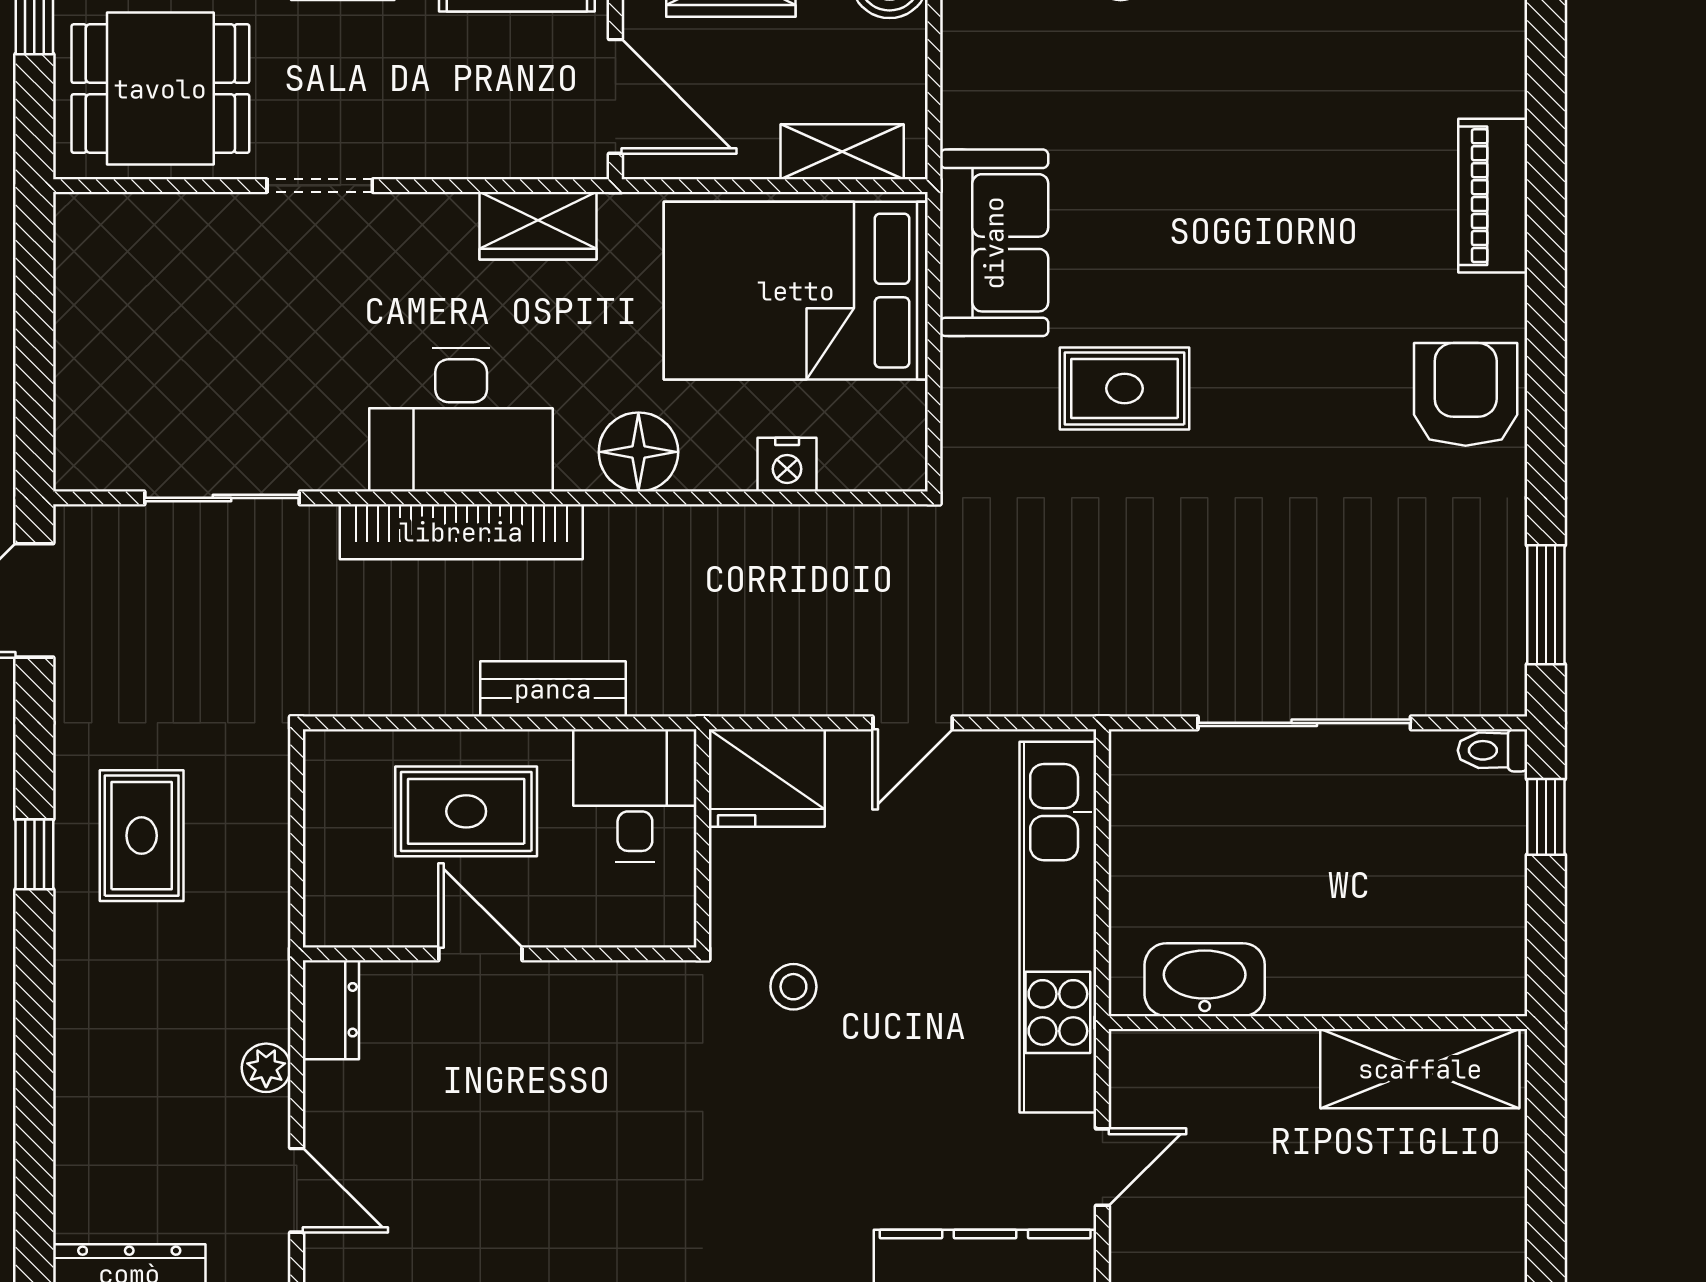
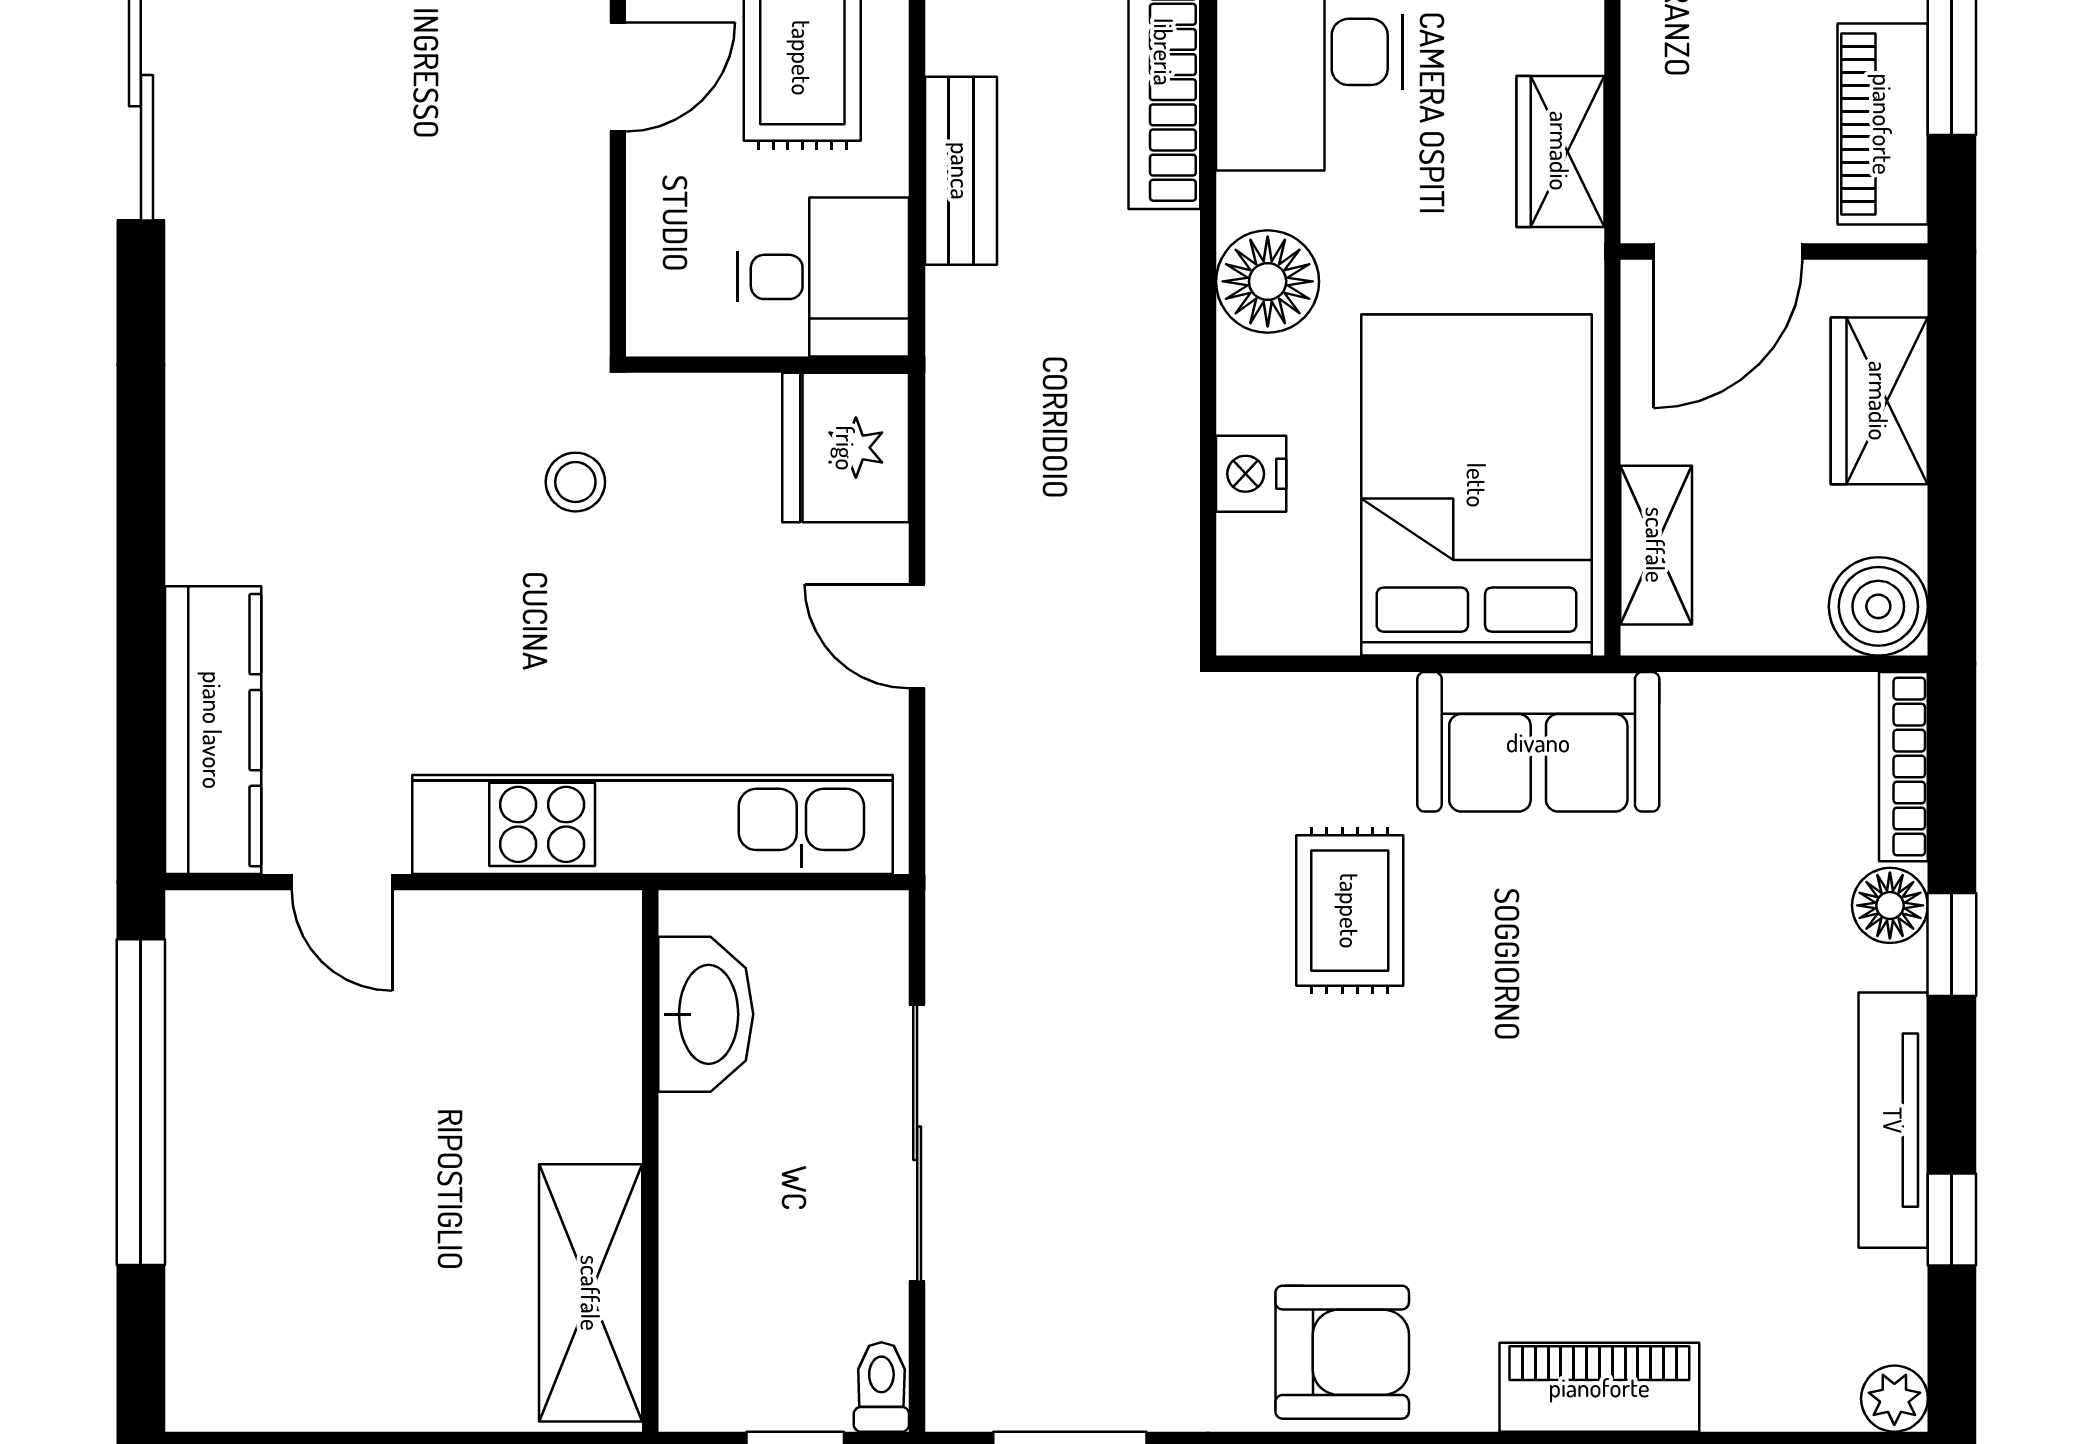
washbasin: (1205, 980) -> (706, 1014), moved
wall: (1318, 1023) -> (650, 1161), moved
shelving: (1420, 1069) -> (591, 1293), moved

